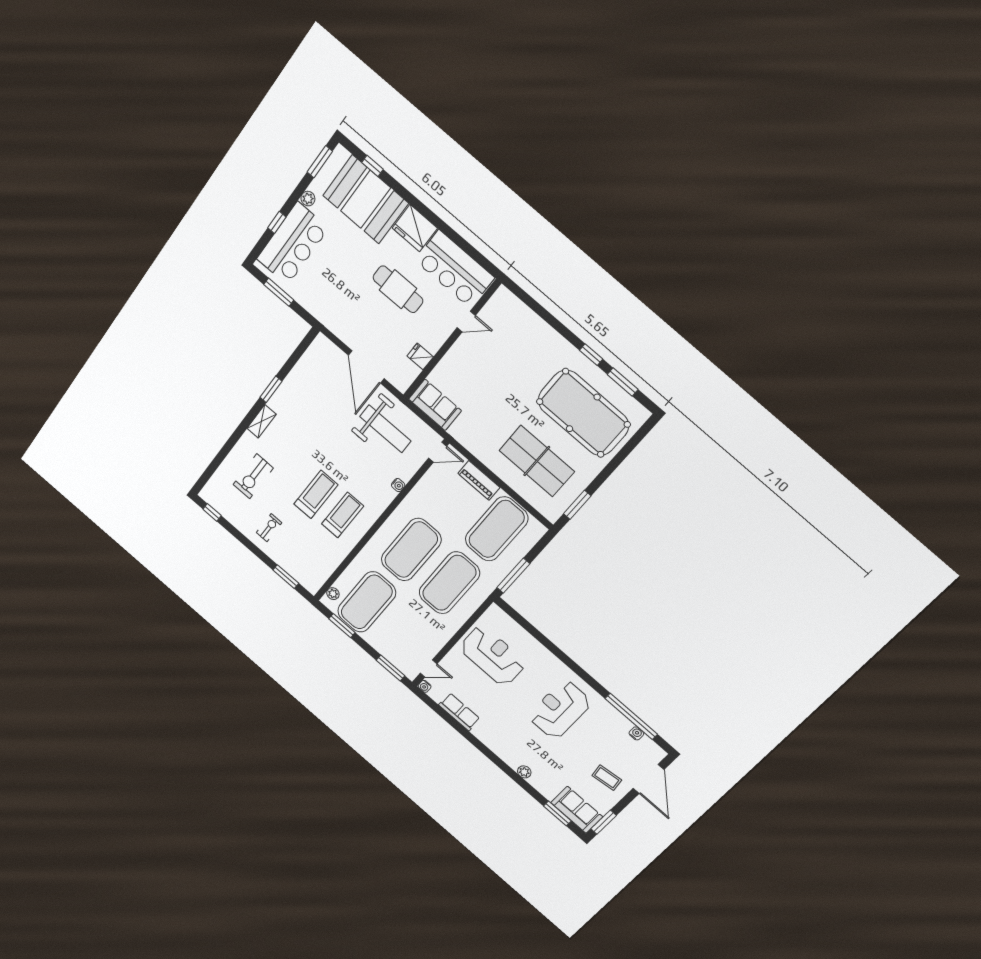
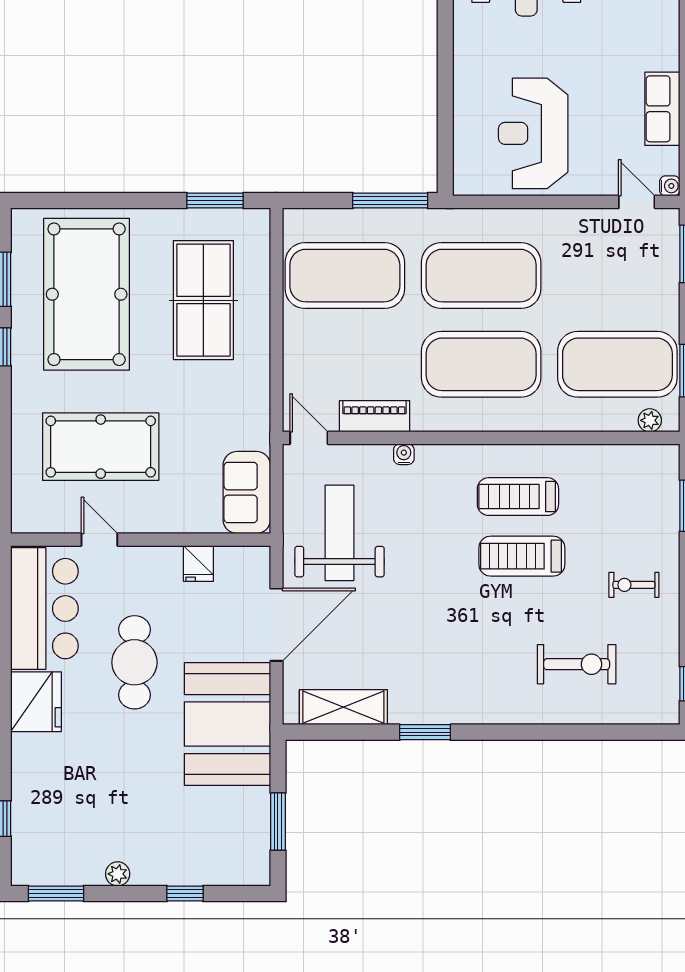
booth: (366, 199) -> (227, 724), moved
bar counter: (293, 244) -> (195, 851), removed
pool table: (508, 359) -> (101, 447), added
shelving: (262, 421) -> (343, 707), moved, width x1.50, depth x1.33
piano: (479, 480) -> (375, 416), moved, turned -90

